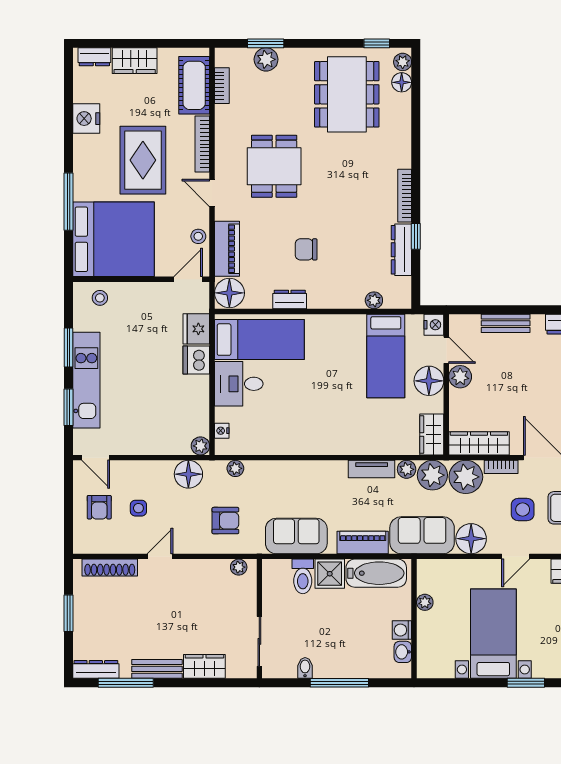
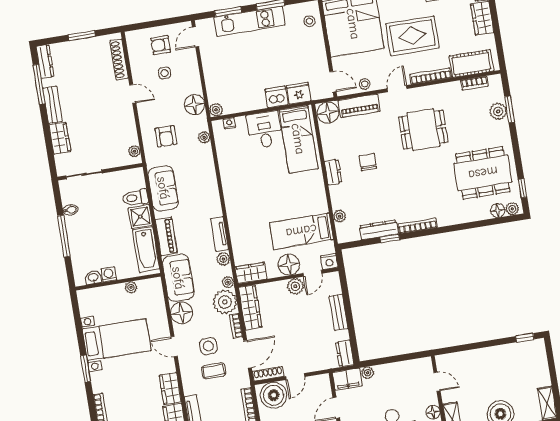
dresser: (290, 299) -> (333, 172), moved
plant: (432, 475) -> (228, 282), width x0.53, depth x0.53

